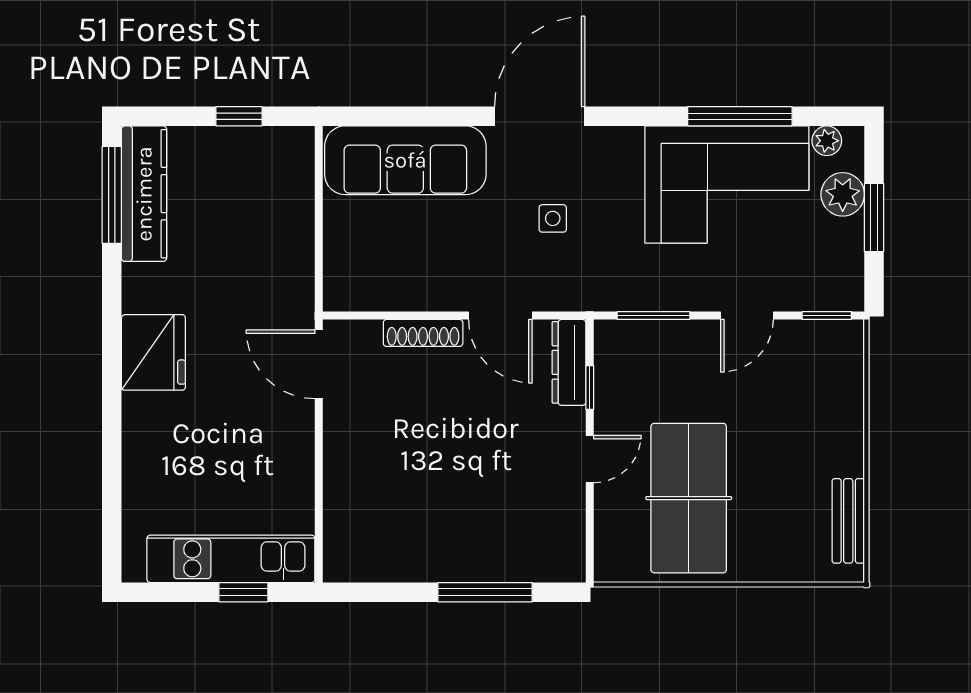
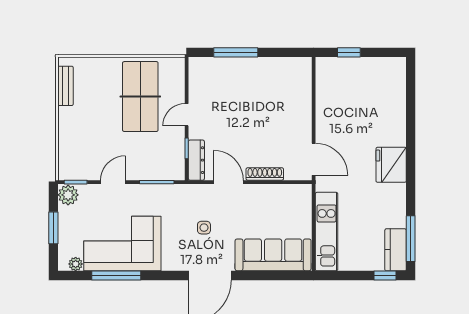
window: (239, 116) -> (385, 275), moved
kitchen counter: (144, 194) -> (396, 250), width x0.67
plant: (843, 194) -> (68, 195), moved
kitchen unit: (231, 559) -> (327, 232), moved, turned -90

